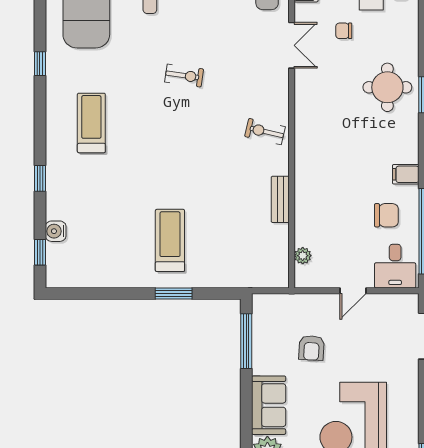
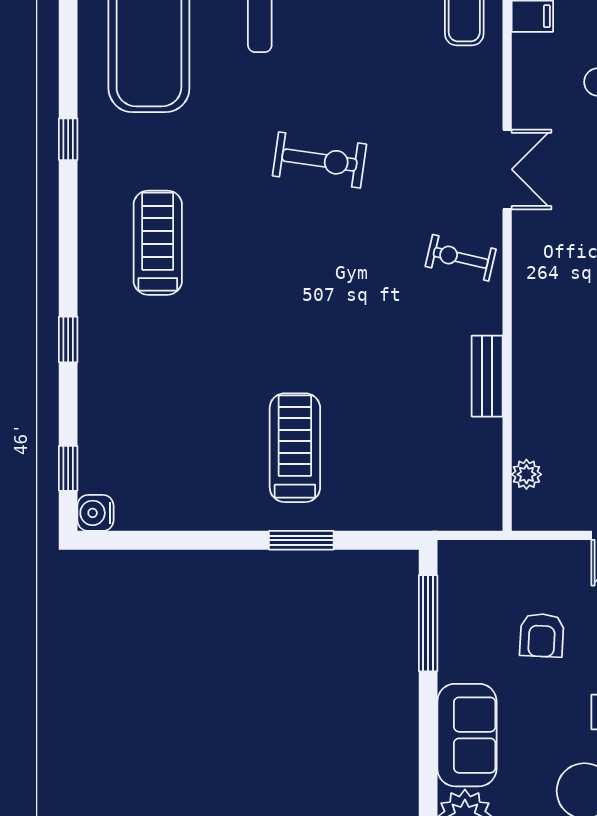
double door: (292, 45) -> (507, 169), moved
exercise bike: (184, 76) -> (319, 160), width x1.38, depth x1.39
water cooler: (56, 231) -> (95, 513), moved

